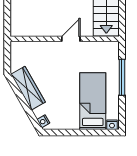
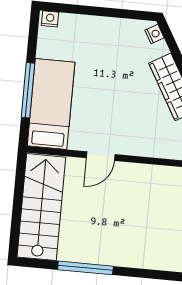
bed: (93, 101) -> (51, 104), moved, turned 180

